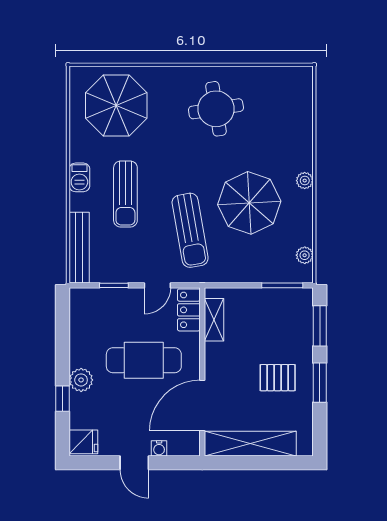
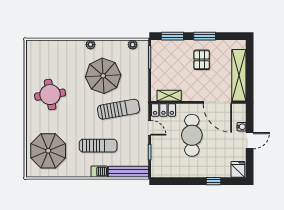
barbecue: (79, 177) -> (99, 172), moved
plant: (81, 380) -> (203, 171), removed

